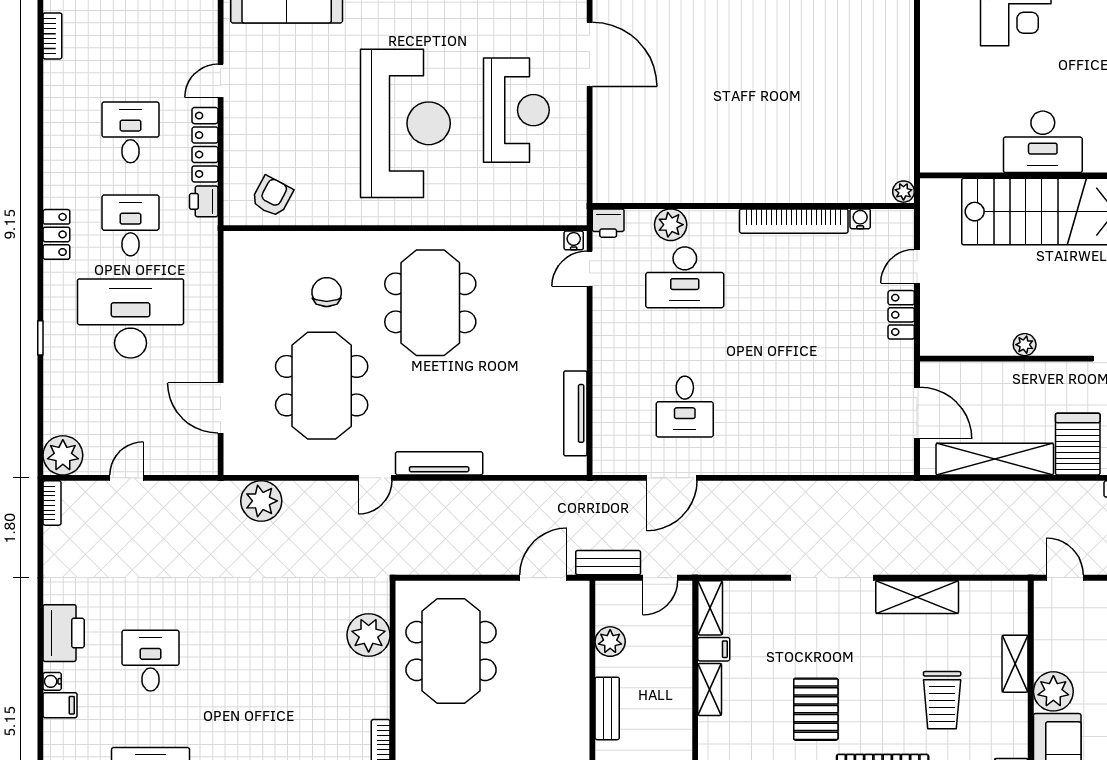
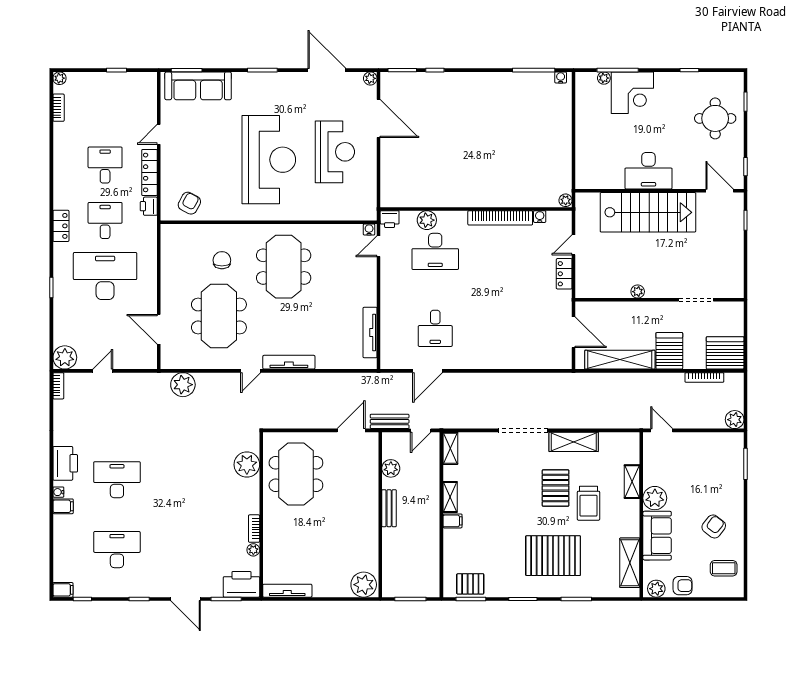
filing cabinet: (714, 649) -> (452, 521), moved
desk: (151, 661) -> (117, 480), width x1.37
pallet: (816, 709) -> (556, 488), moved

